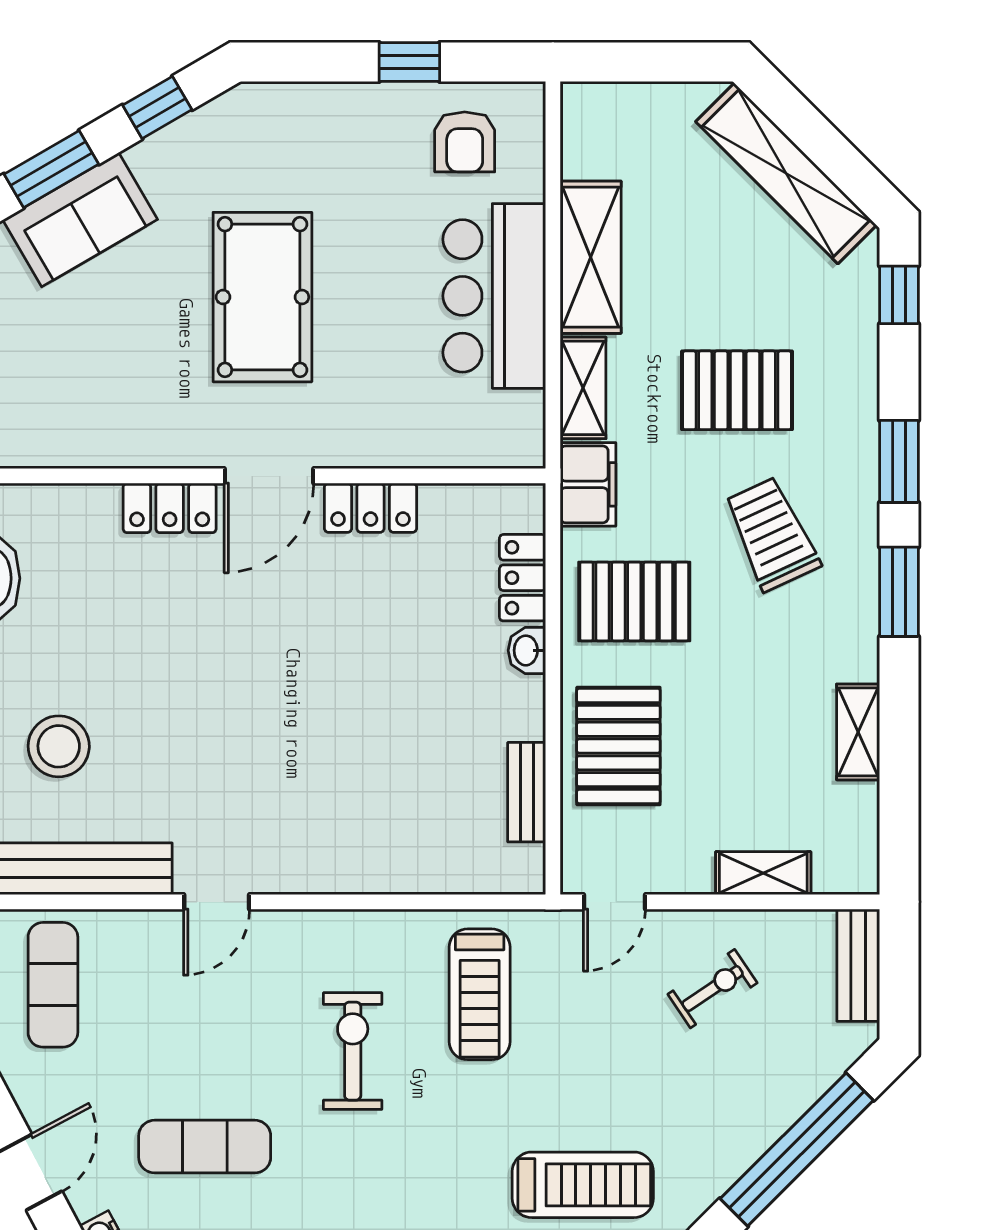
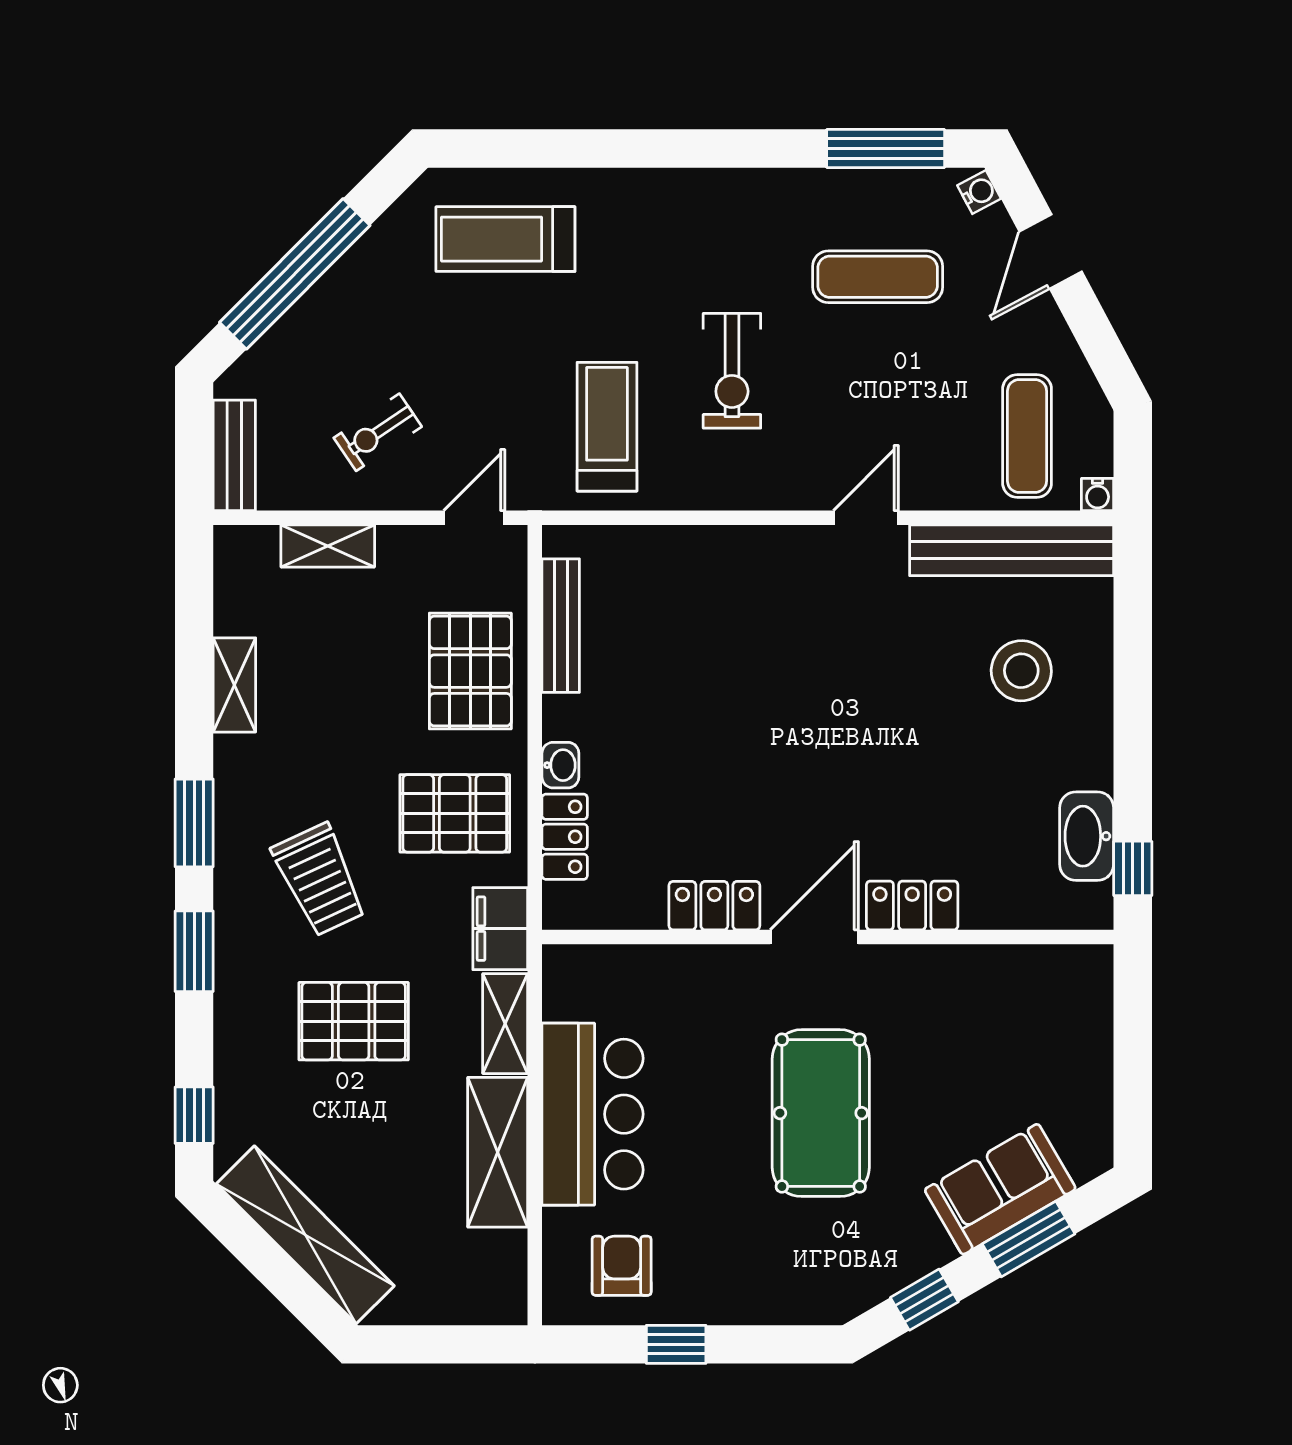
bench: (527, 792) -> (561, 626), width x1.36

